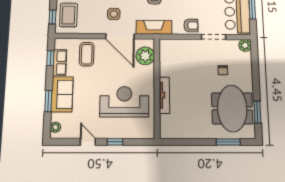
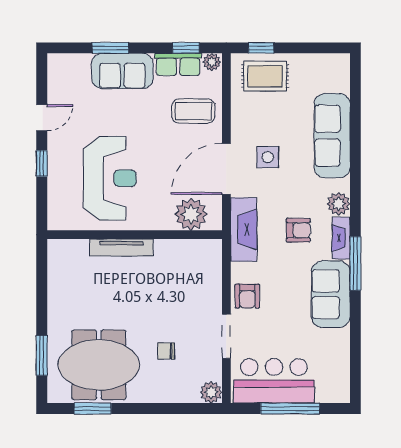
plant: (55, 127) -> (212, 62), moved

